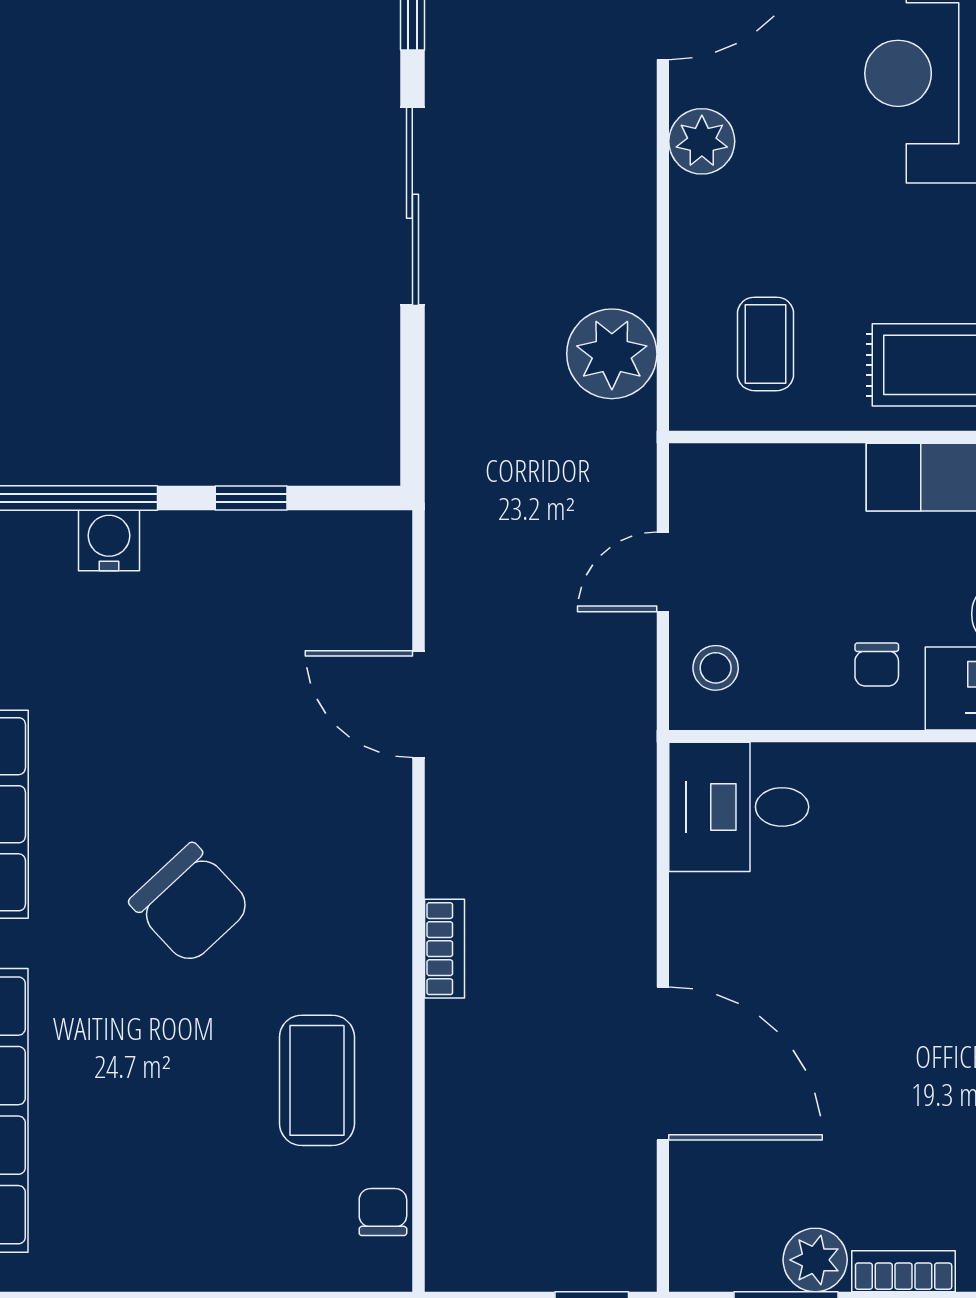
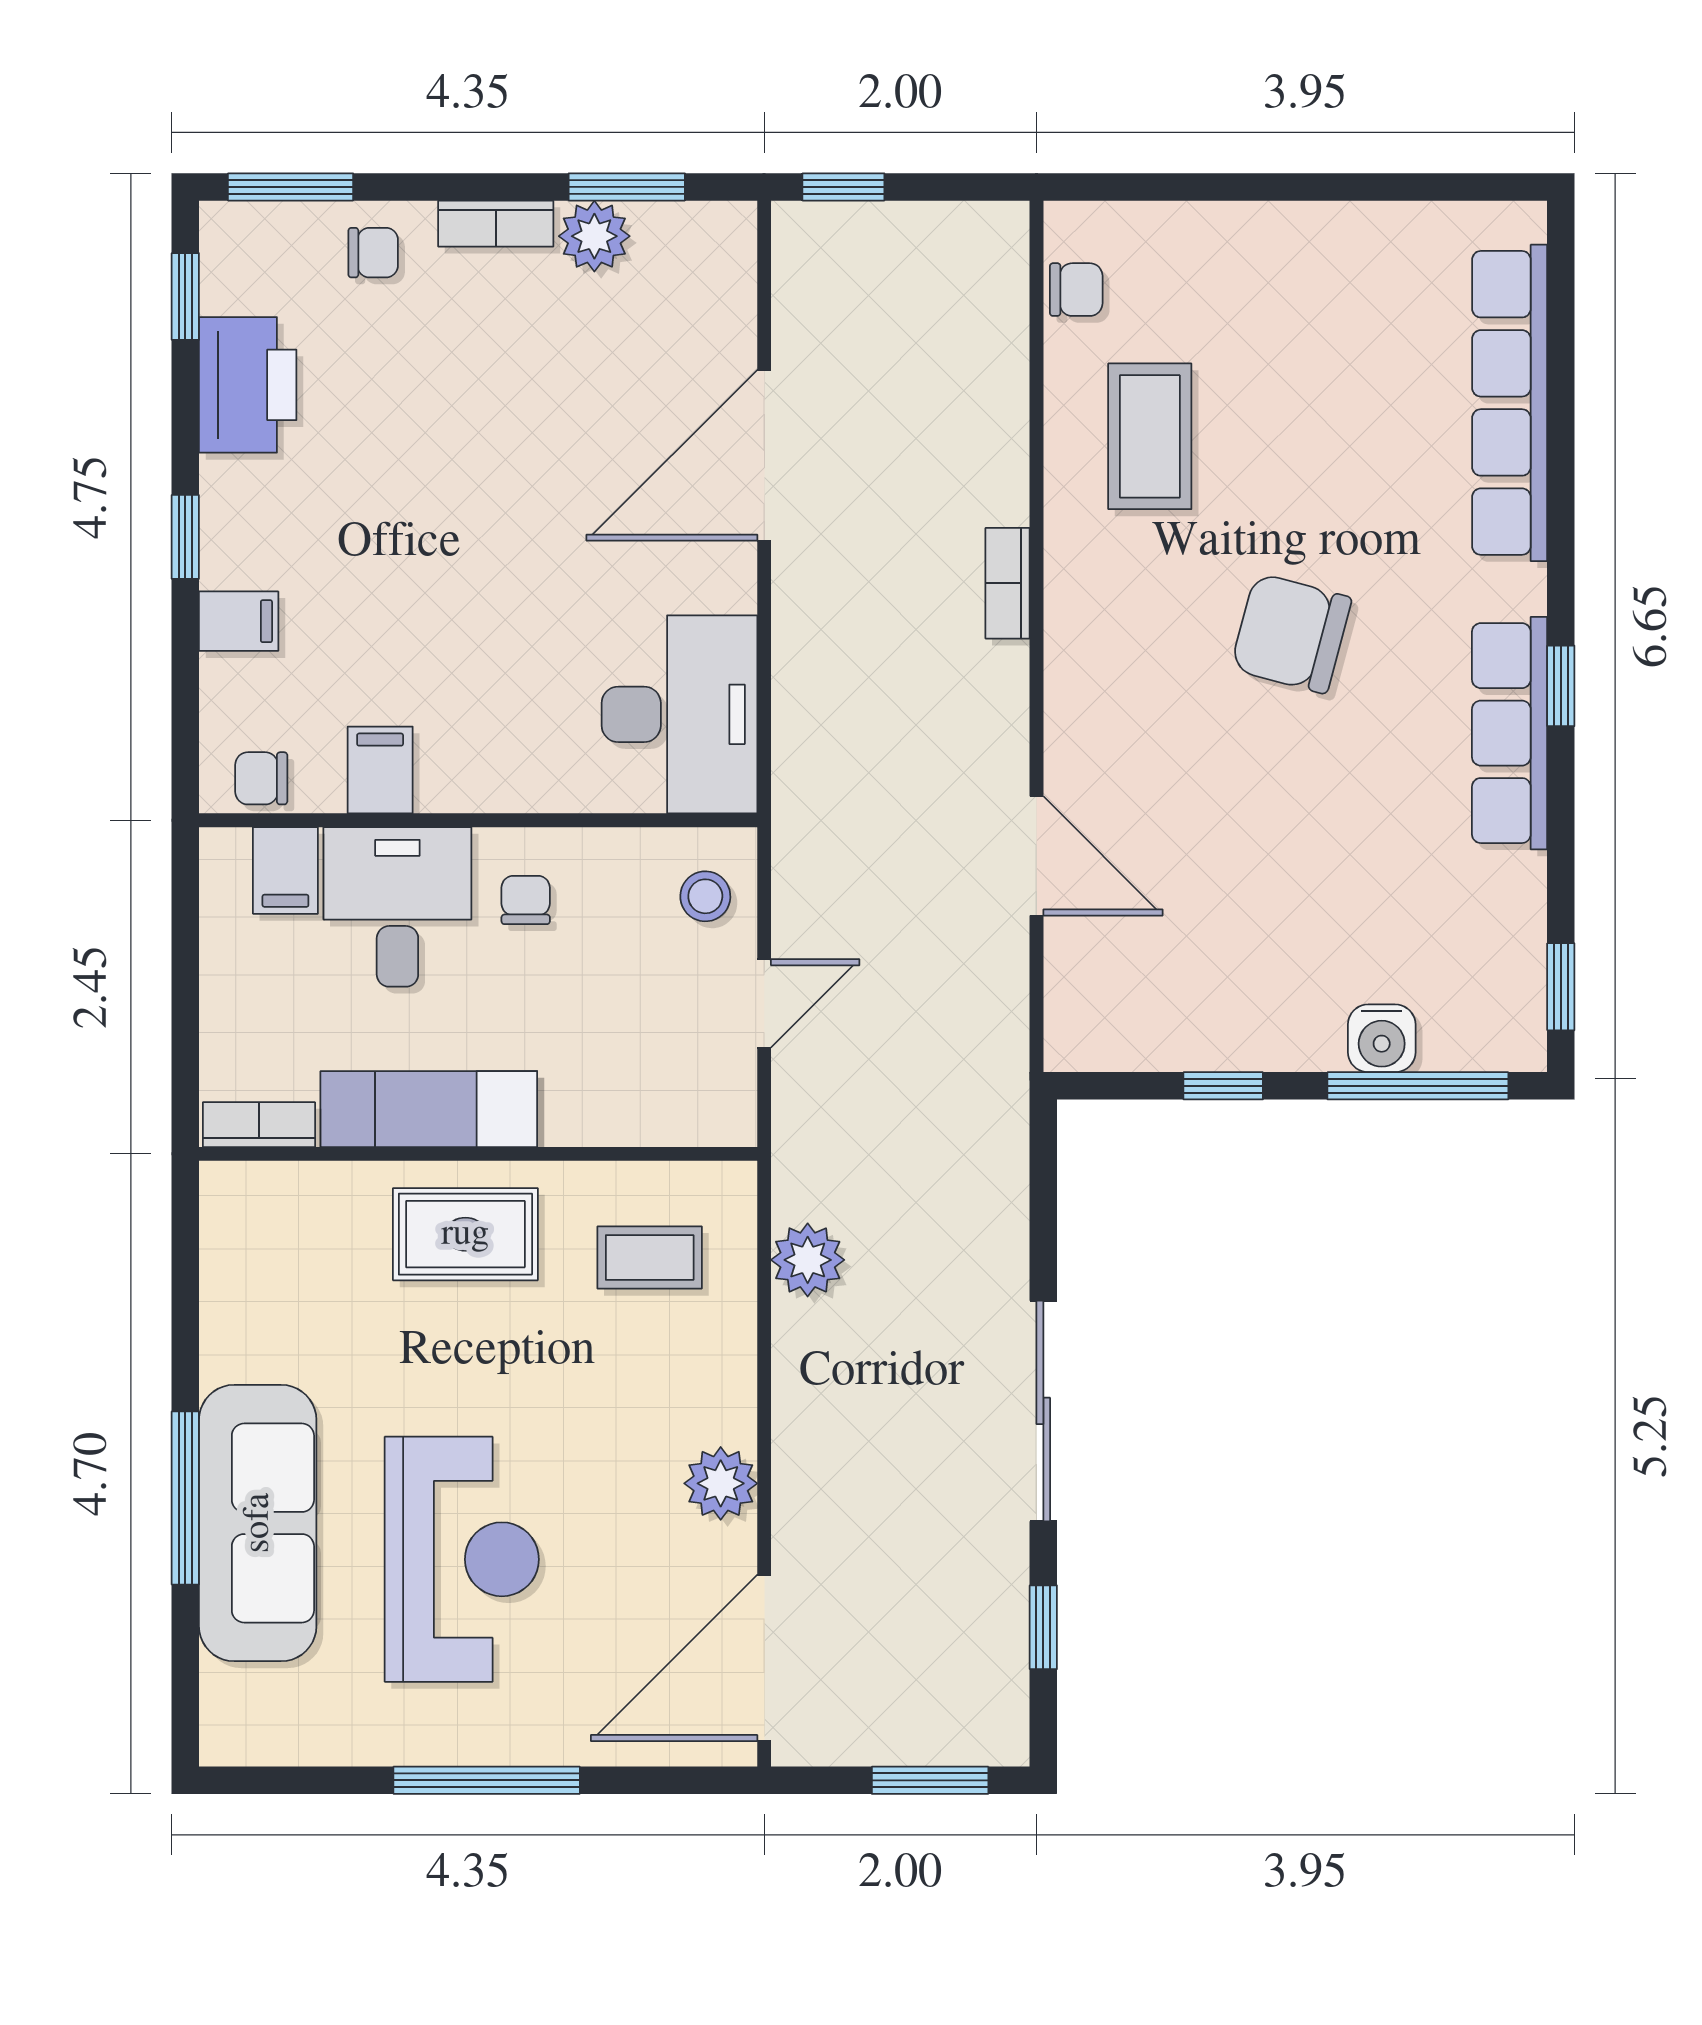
coffee table: (766, 344) -> (650, 1258), turned 90
plant: (612, 354) -> (808, 1260), width x0.73, depth x0.73
desk: (739, 807) -> (679, 714), width x1.37
chair: (190, 904) -> (1291, 633), turned -32
door: (663, 1063) -> (764, 455), hinge flipped
chair: (383, 1212) -> (1076, 290), turned -90

